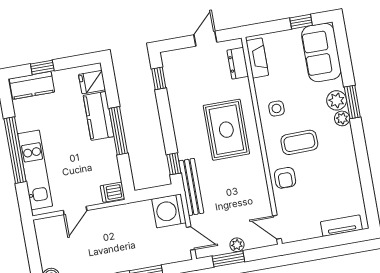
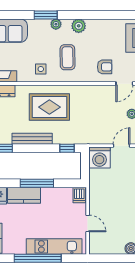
plant: (337, 100) -> (79, 26), moved
armchair: (285, 178) -> (105, 67), moved
bench: (191, 187) -> (32, 139), moved

